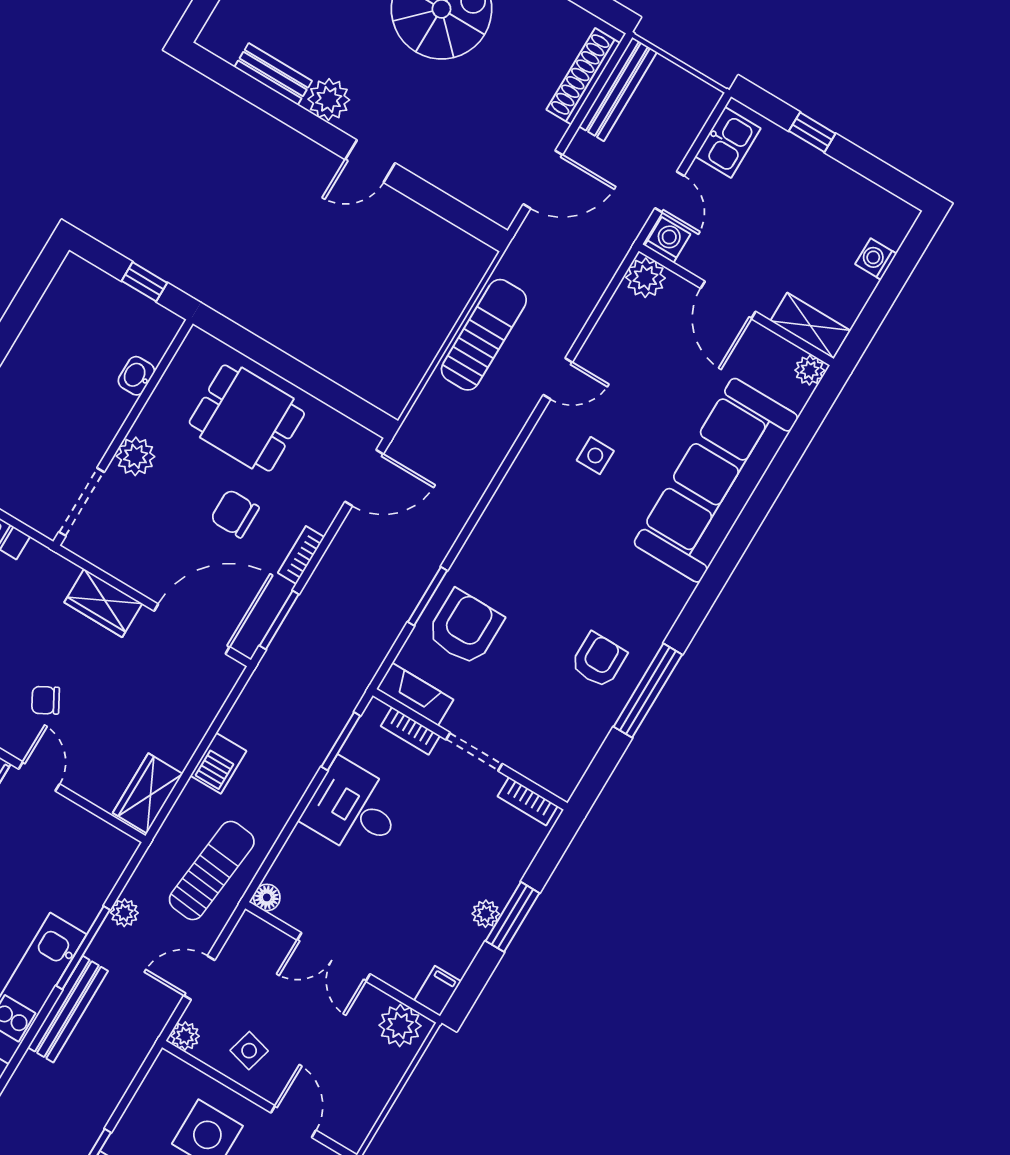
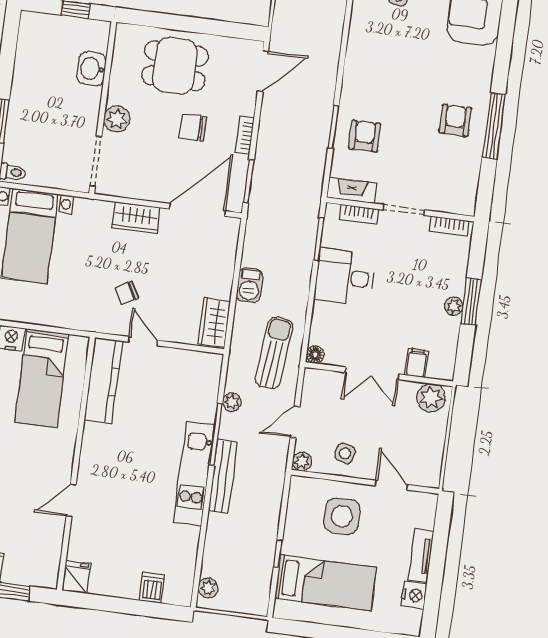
washbasin: (136, 376) -> (92, 69), width x1.38, depth x1.45
armchair: (465, 628) -> (365, 136), width x0.72, depth x0.72
filing cabinet: (438, 991) -> (417, 363), moved

